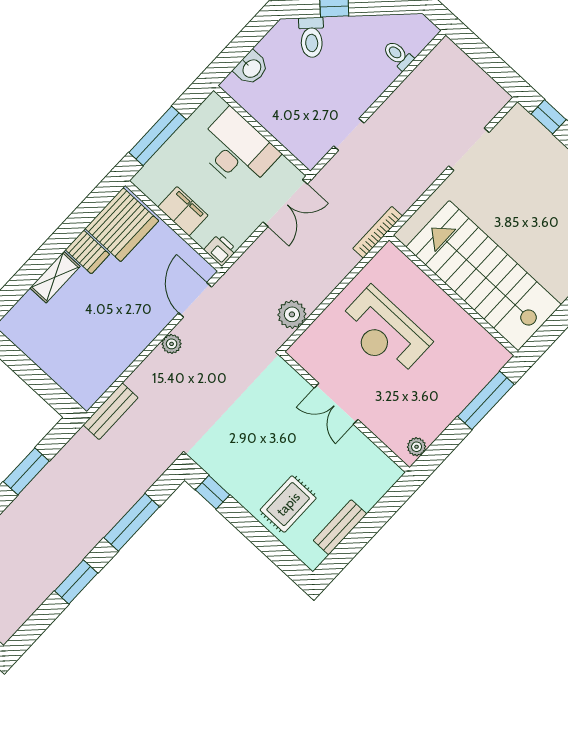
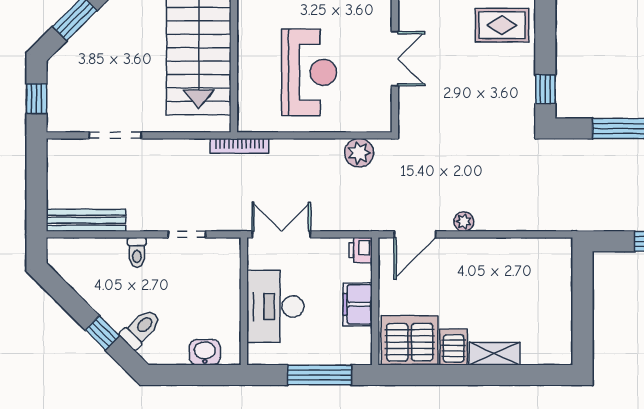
toilet: (398, 55) -> (137, 252), moved
bench: (111, 411) -> (86, 220), moved, width x1.36

